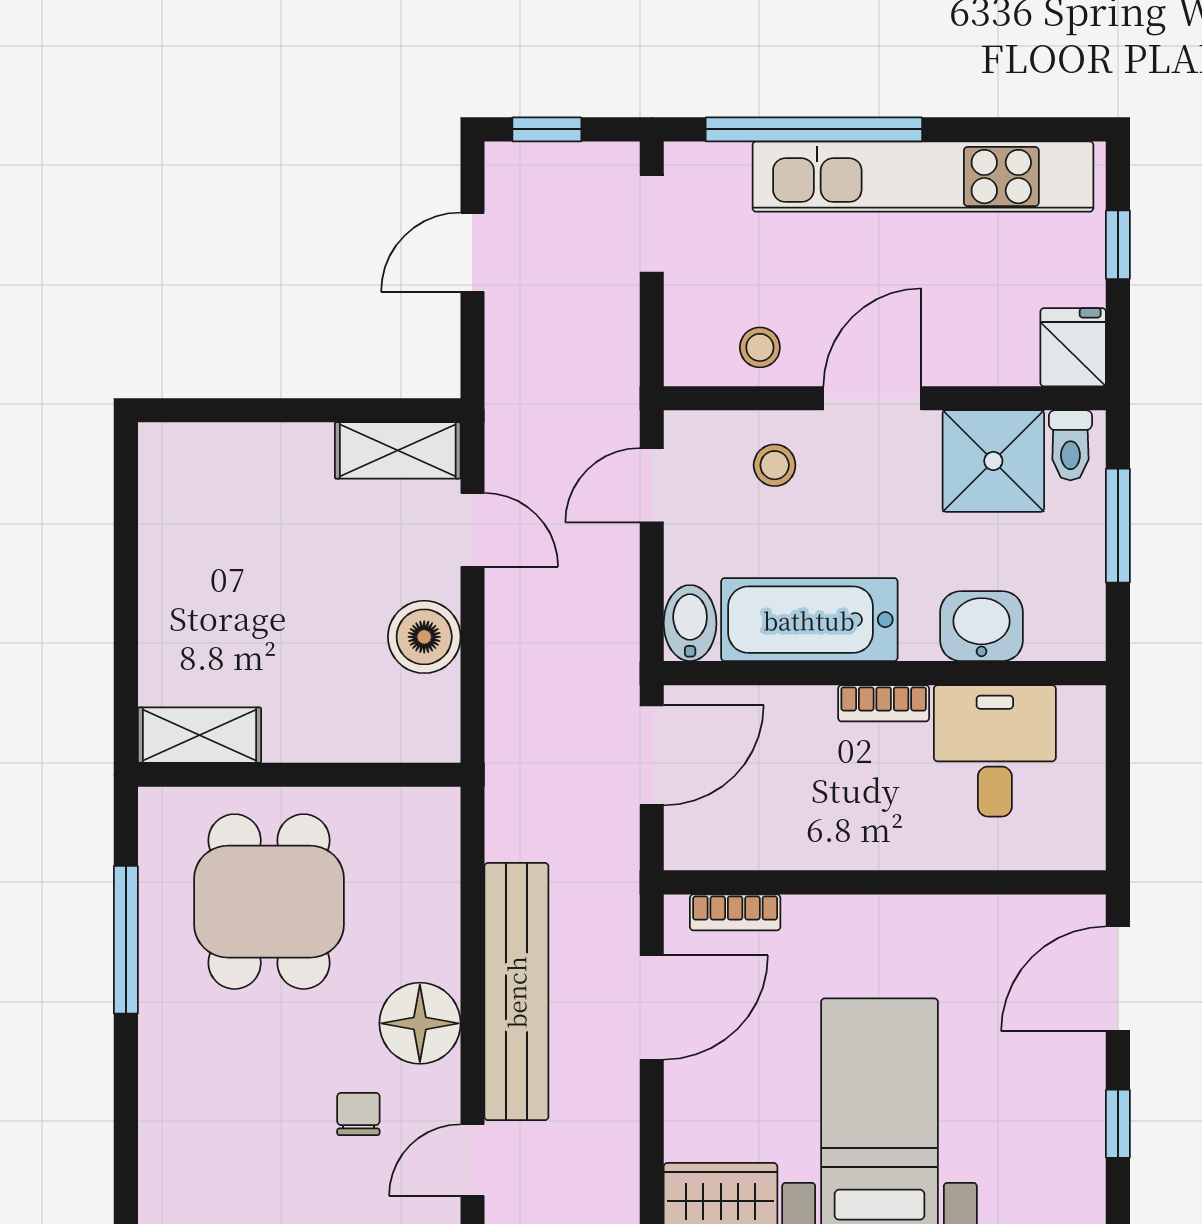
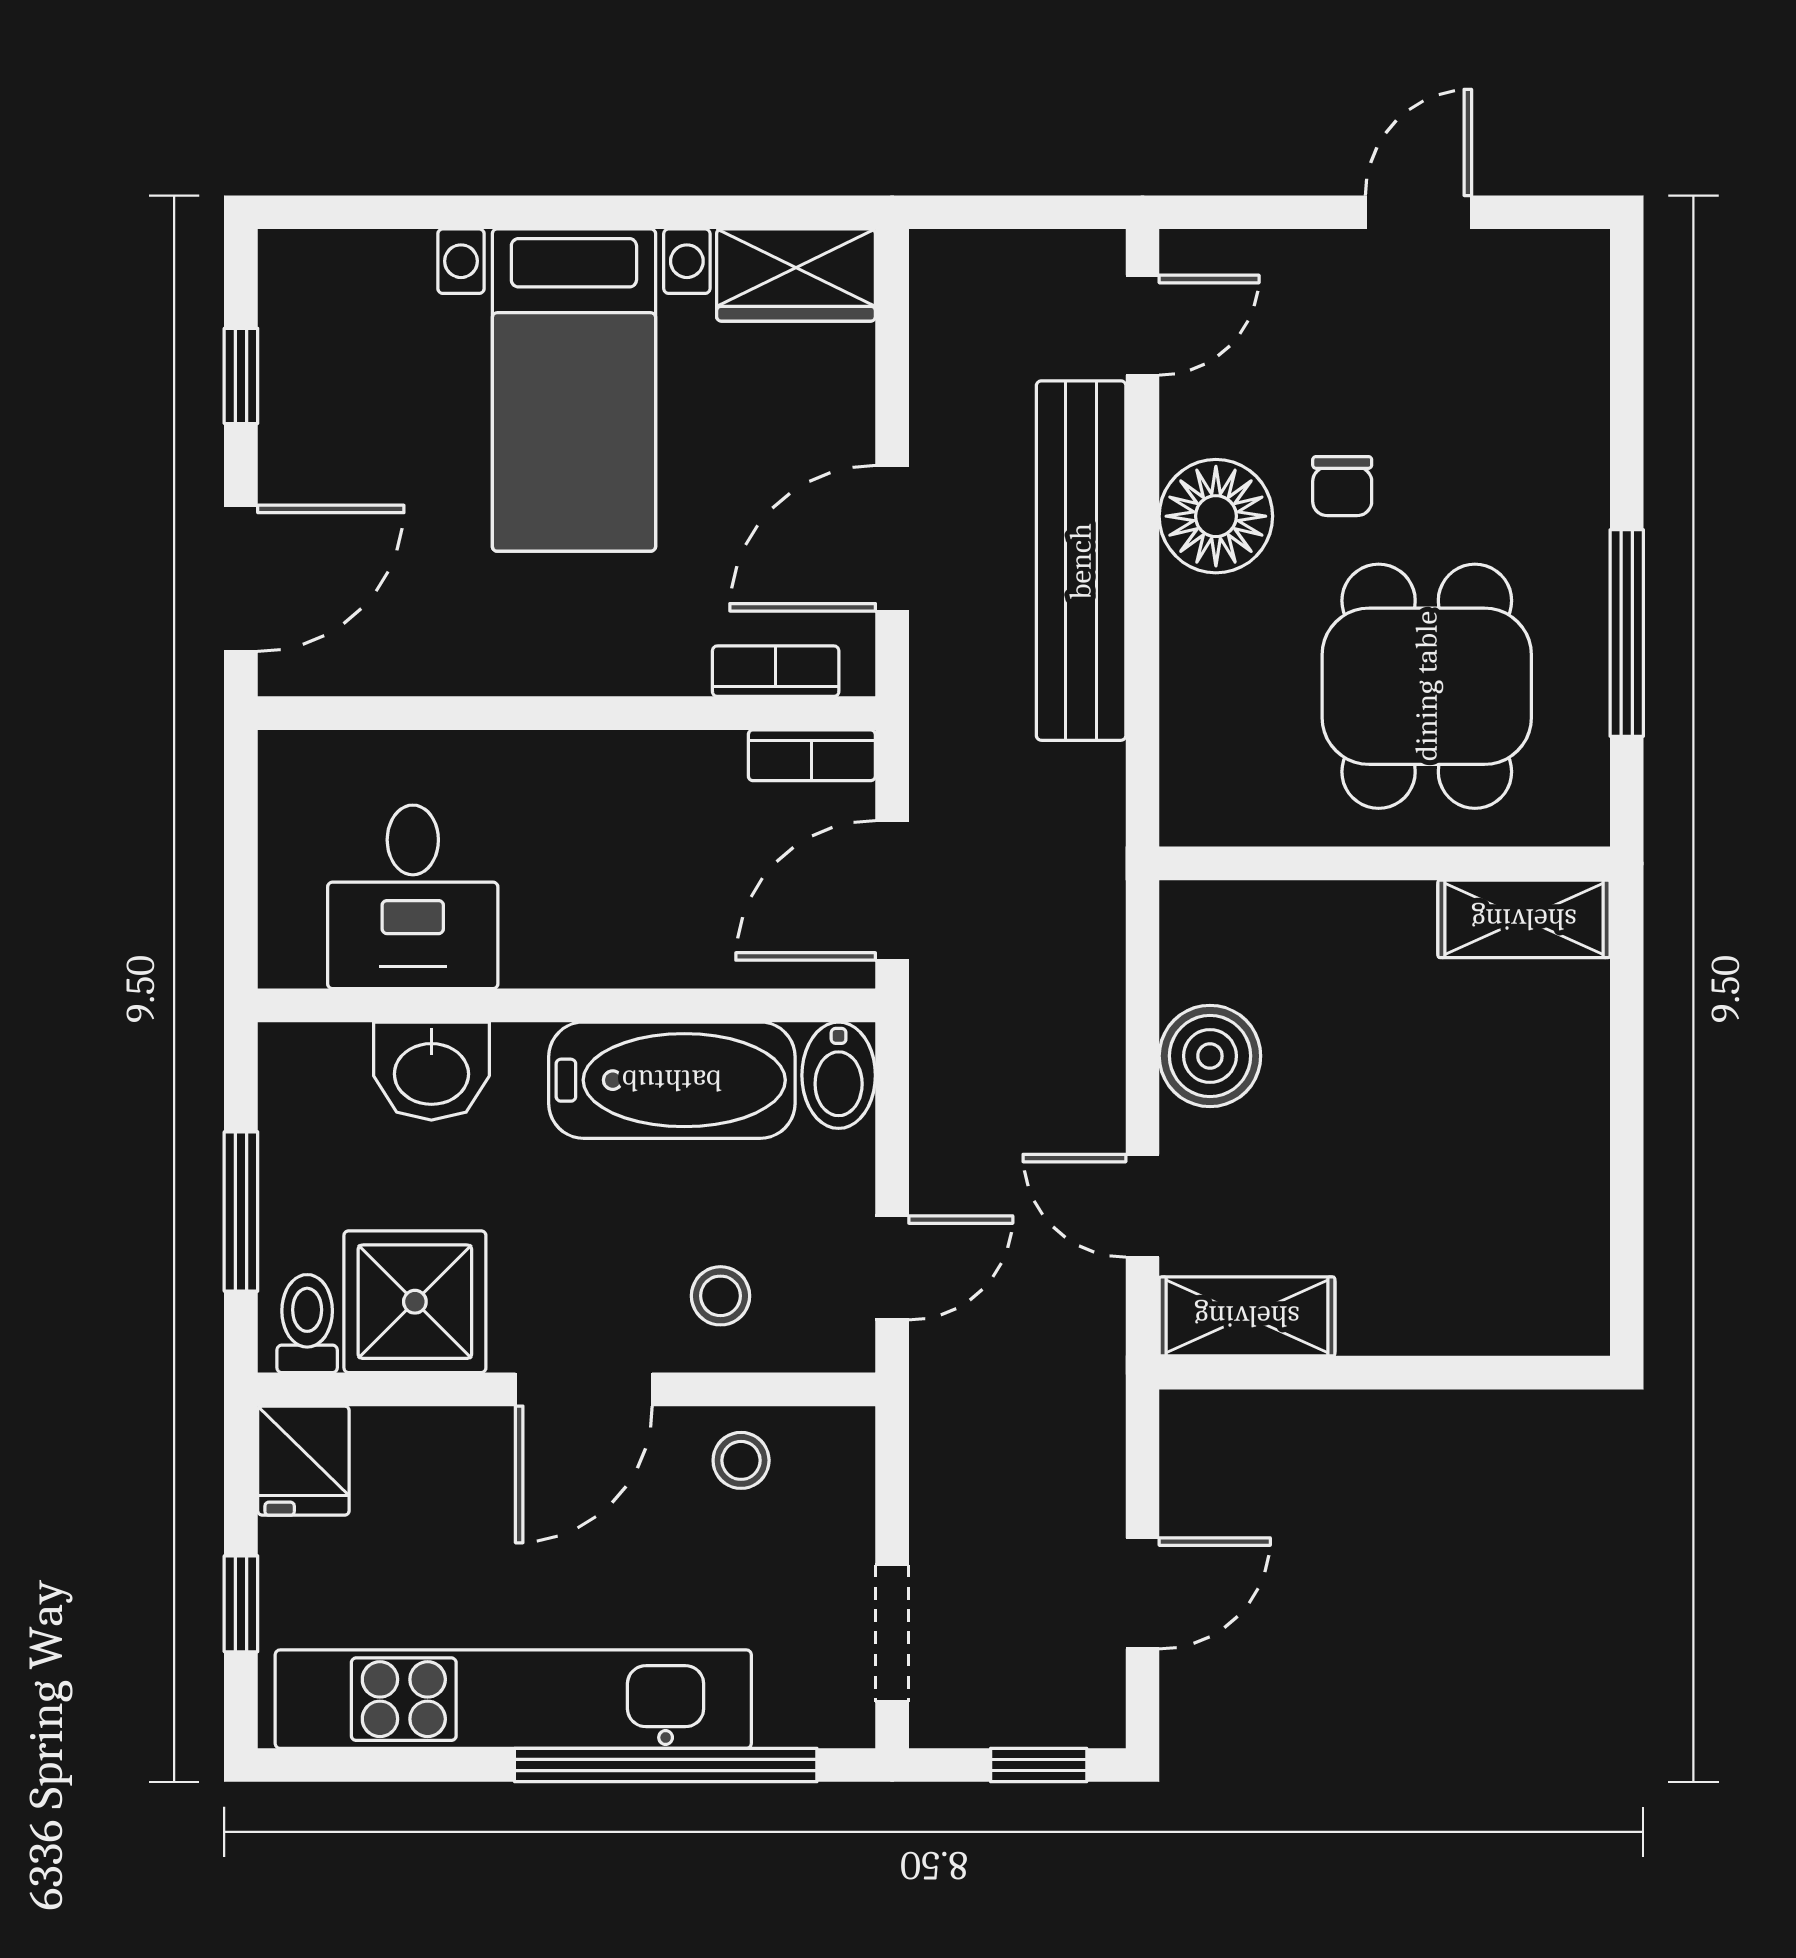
bookcase: (884, 703) -> (812, 755), moved, turned 180
chair: (358, 1114) -> (1342, 486), moved

